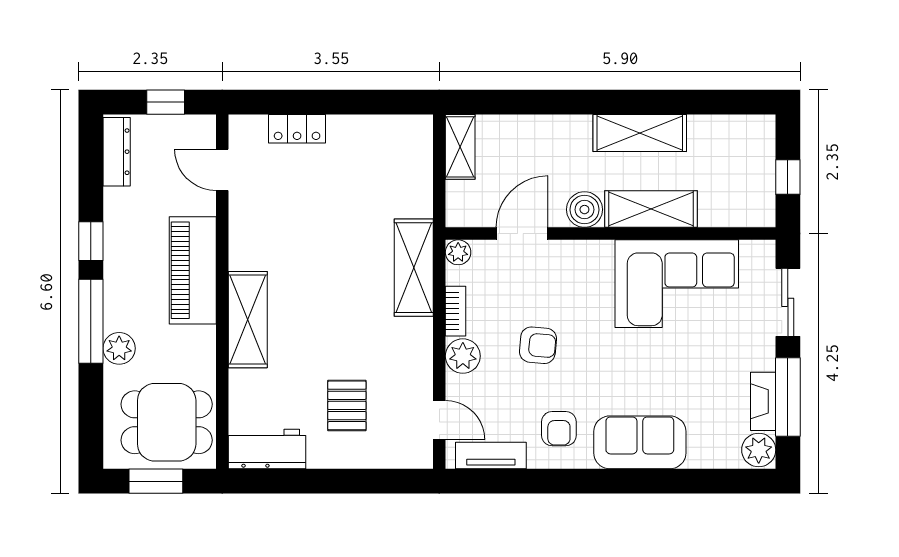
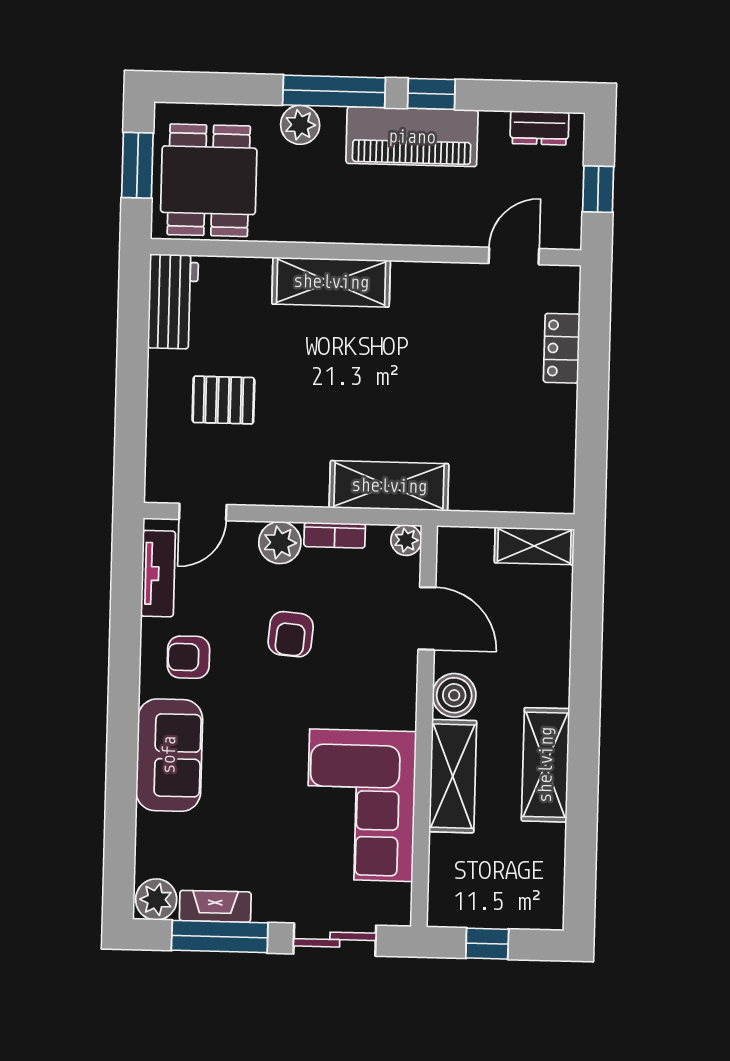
dresser: (117, 152) -> (539, 128), width x0.70
piano: (193, 270) -> (412, 137), moved, turned 180

